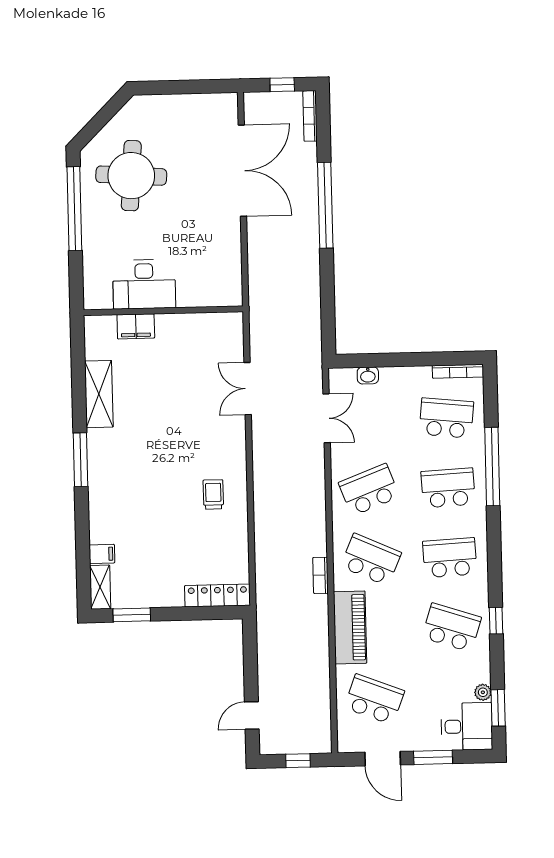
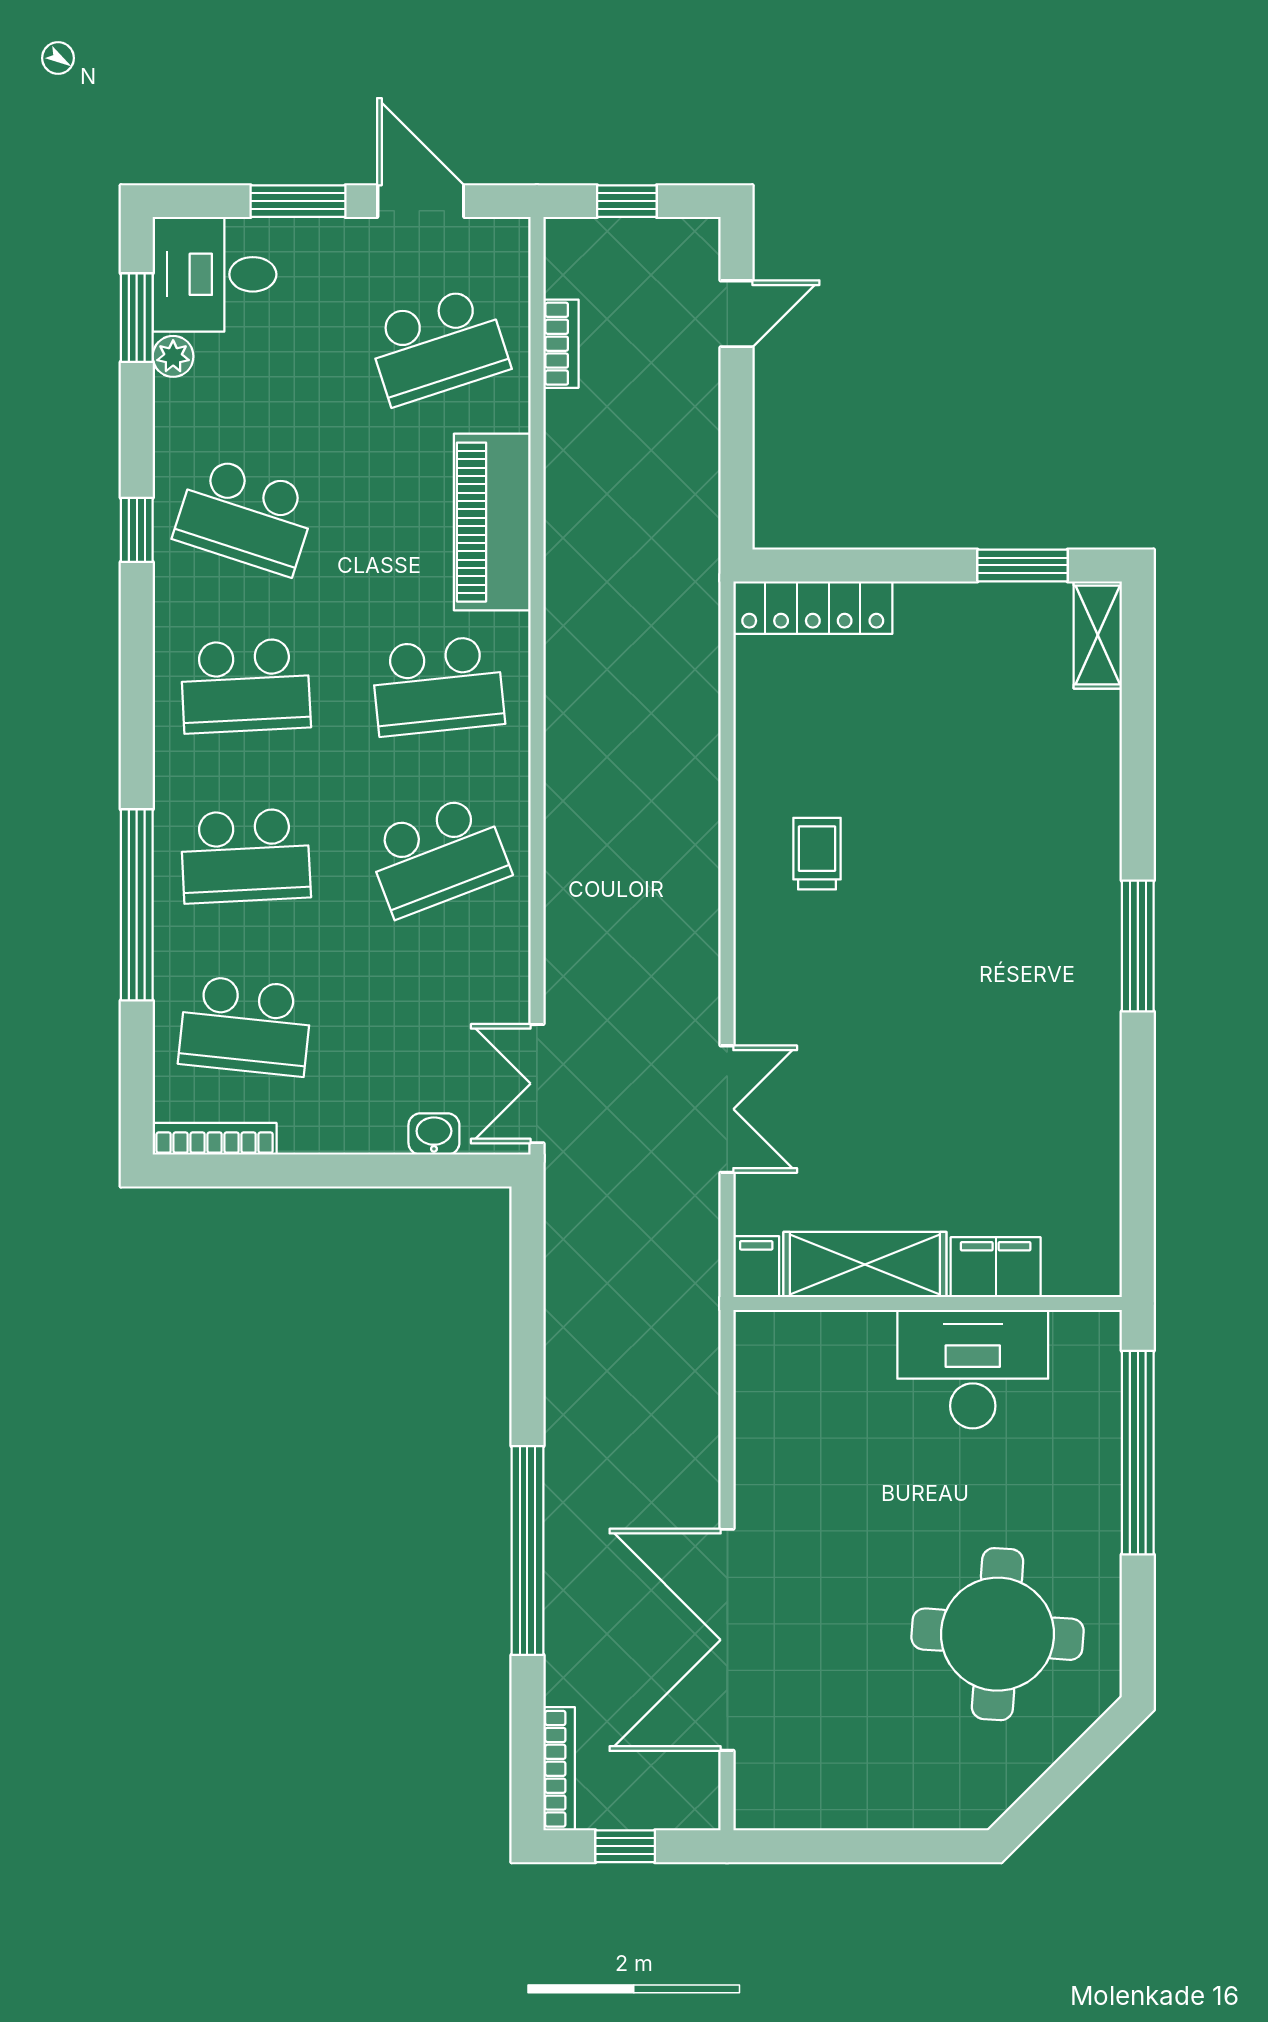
window: (74, 209) -> (1138, 1453), moved
shelving: (99, 394) -> (865, 1265), moved, turned 90
double door: (327, 418) -> (537, 1084), moved
trolley: (213, 494) -> (817, 854), turned 180
filing cabinet: (102, 554) -> (756, 1267), moved, turned 90
school desk: (371, 560) -> (438, 686), turned -30
bookcase: (321, 575) -> (561, 344), moved
school desk: (374, 699) -> (438, 346), turned -39

